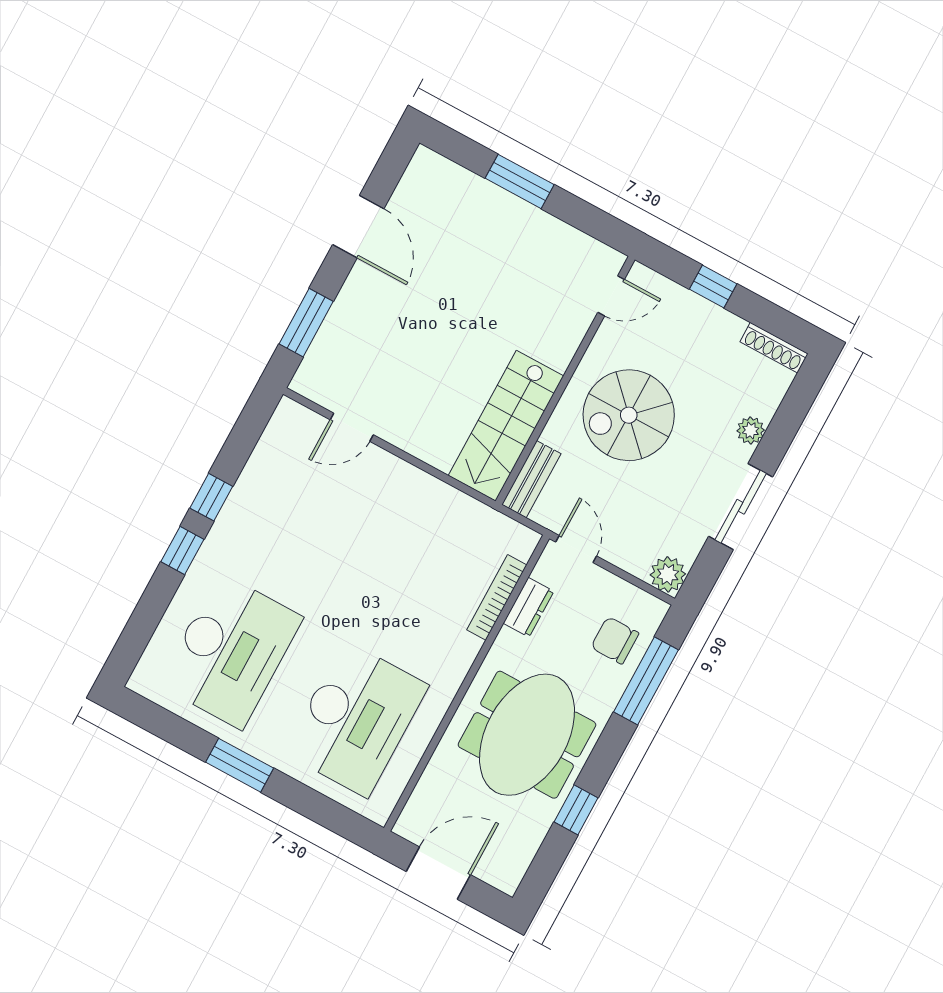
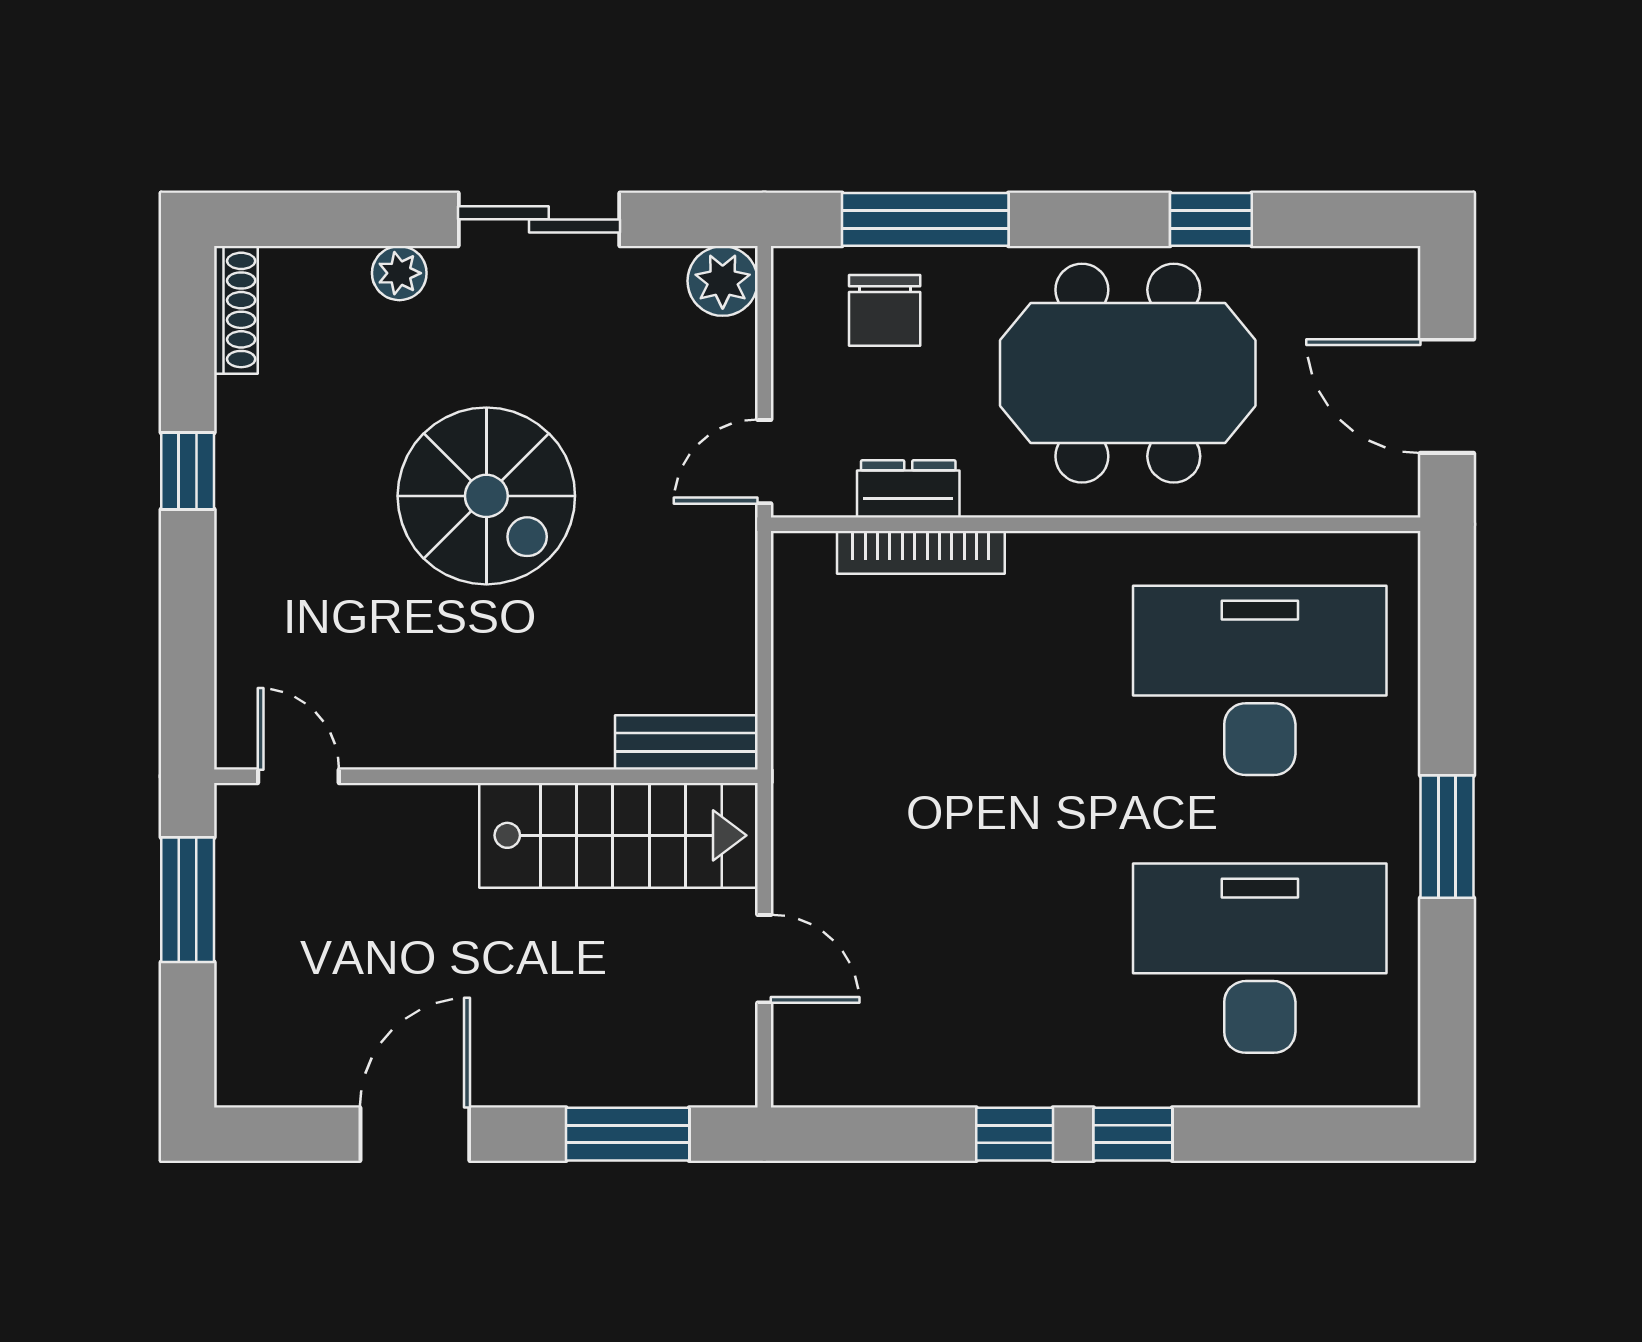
door: (611, 296) -> (298, 776), moved
wall: (565, 380) -> (486, 776), moved
stairs: (506, 426) -> (619, 835), moved
bench: (531, 479) -> (686, 742), moved

